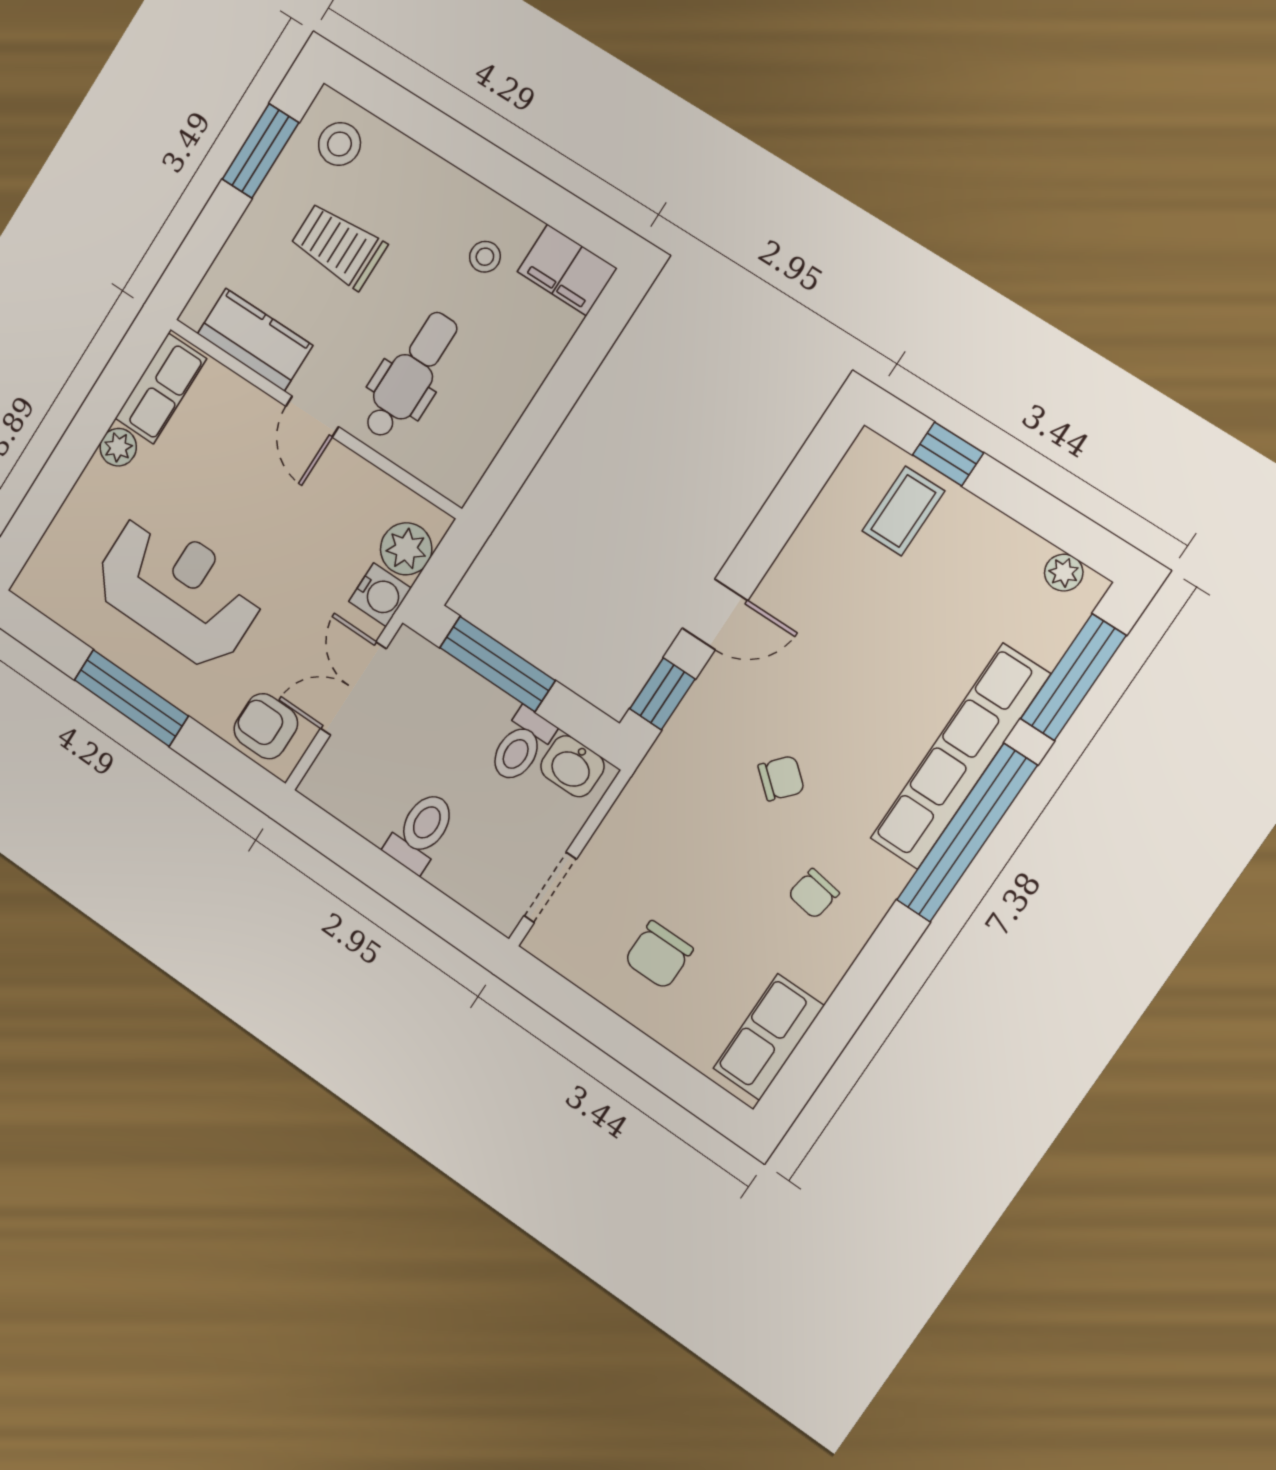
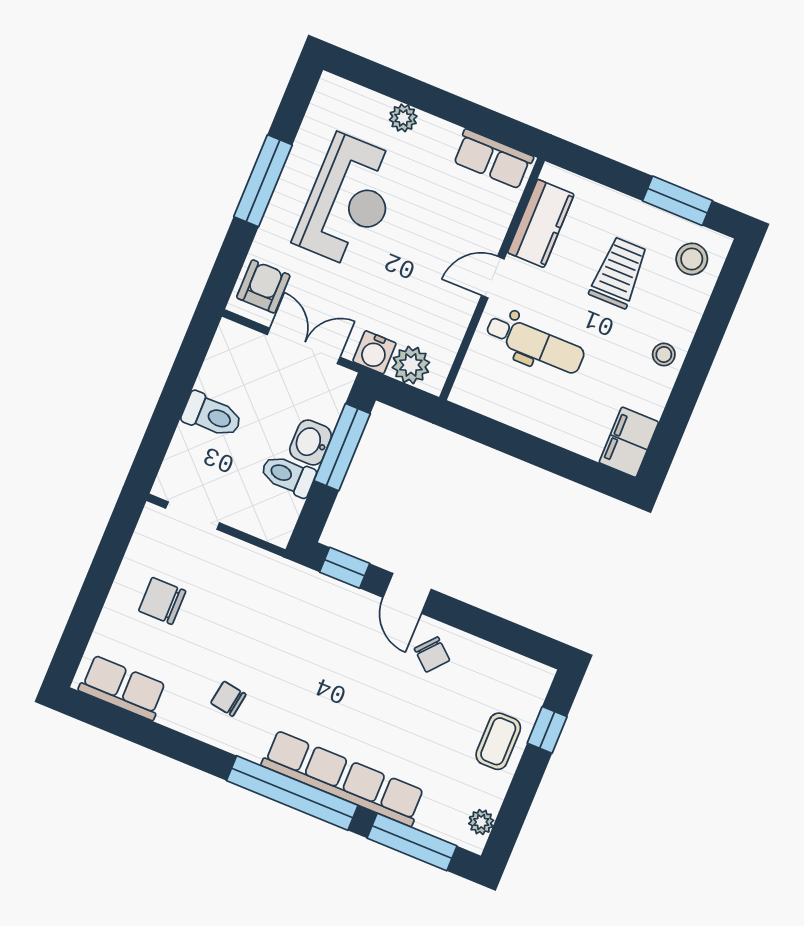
stool: (485, 257) -> (664, 355), moved
plant: (118, 447) -> (403, 118), moved
coffee table: (903, 511) -> (498, 741), moved, turned 90
washbasin: (572, 766) -> (311, 443), moved
chair: (781, 778) -> (432, 655), moved

